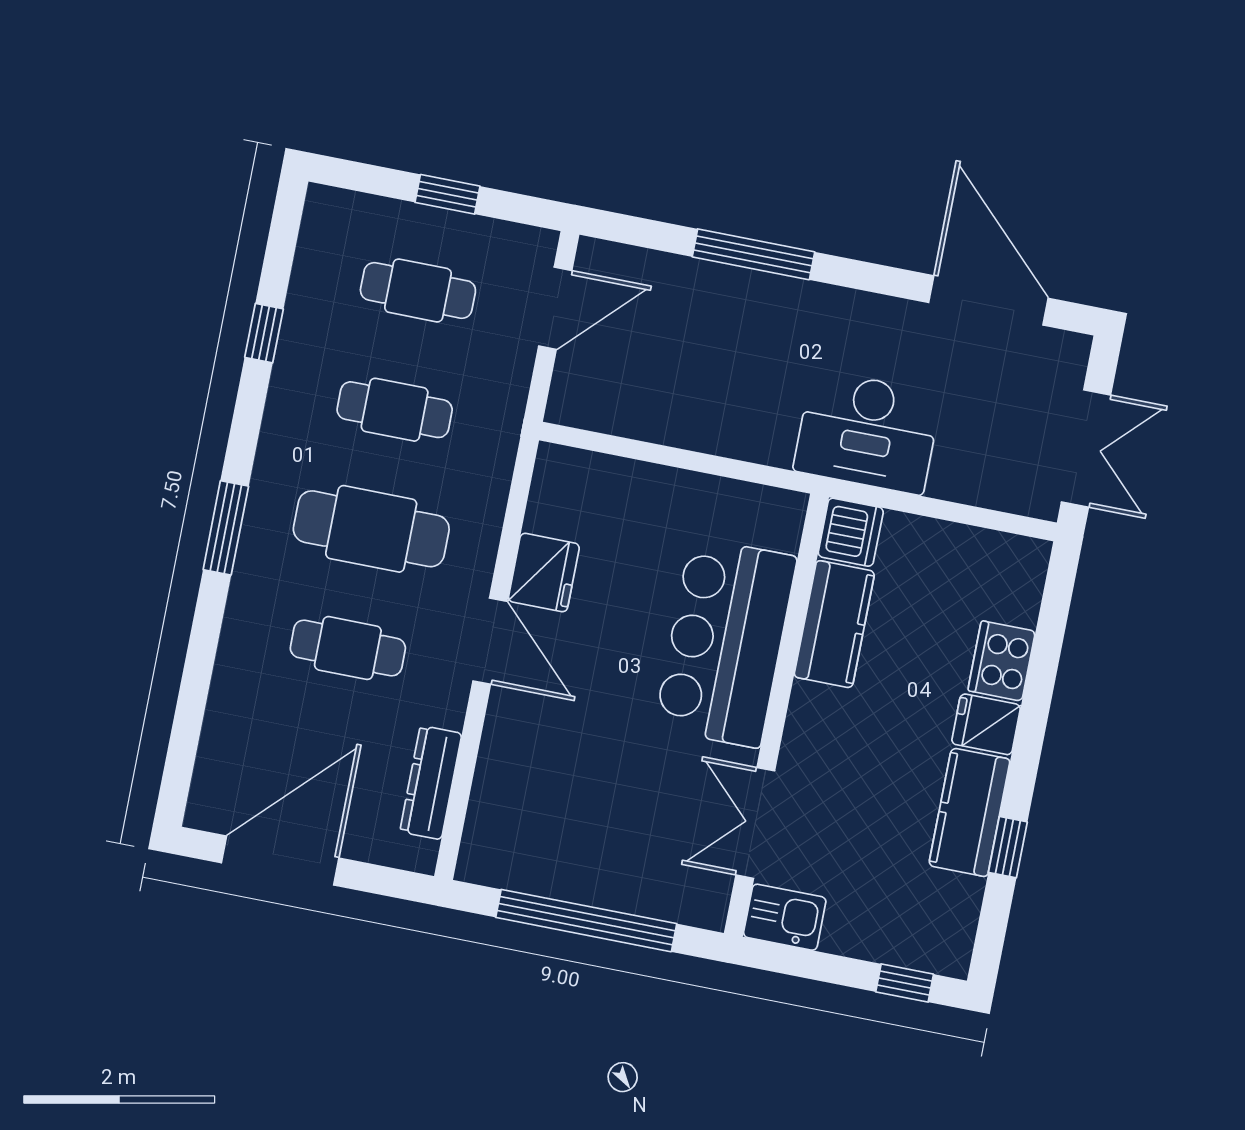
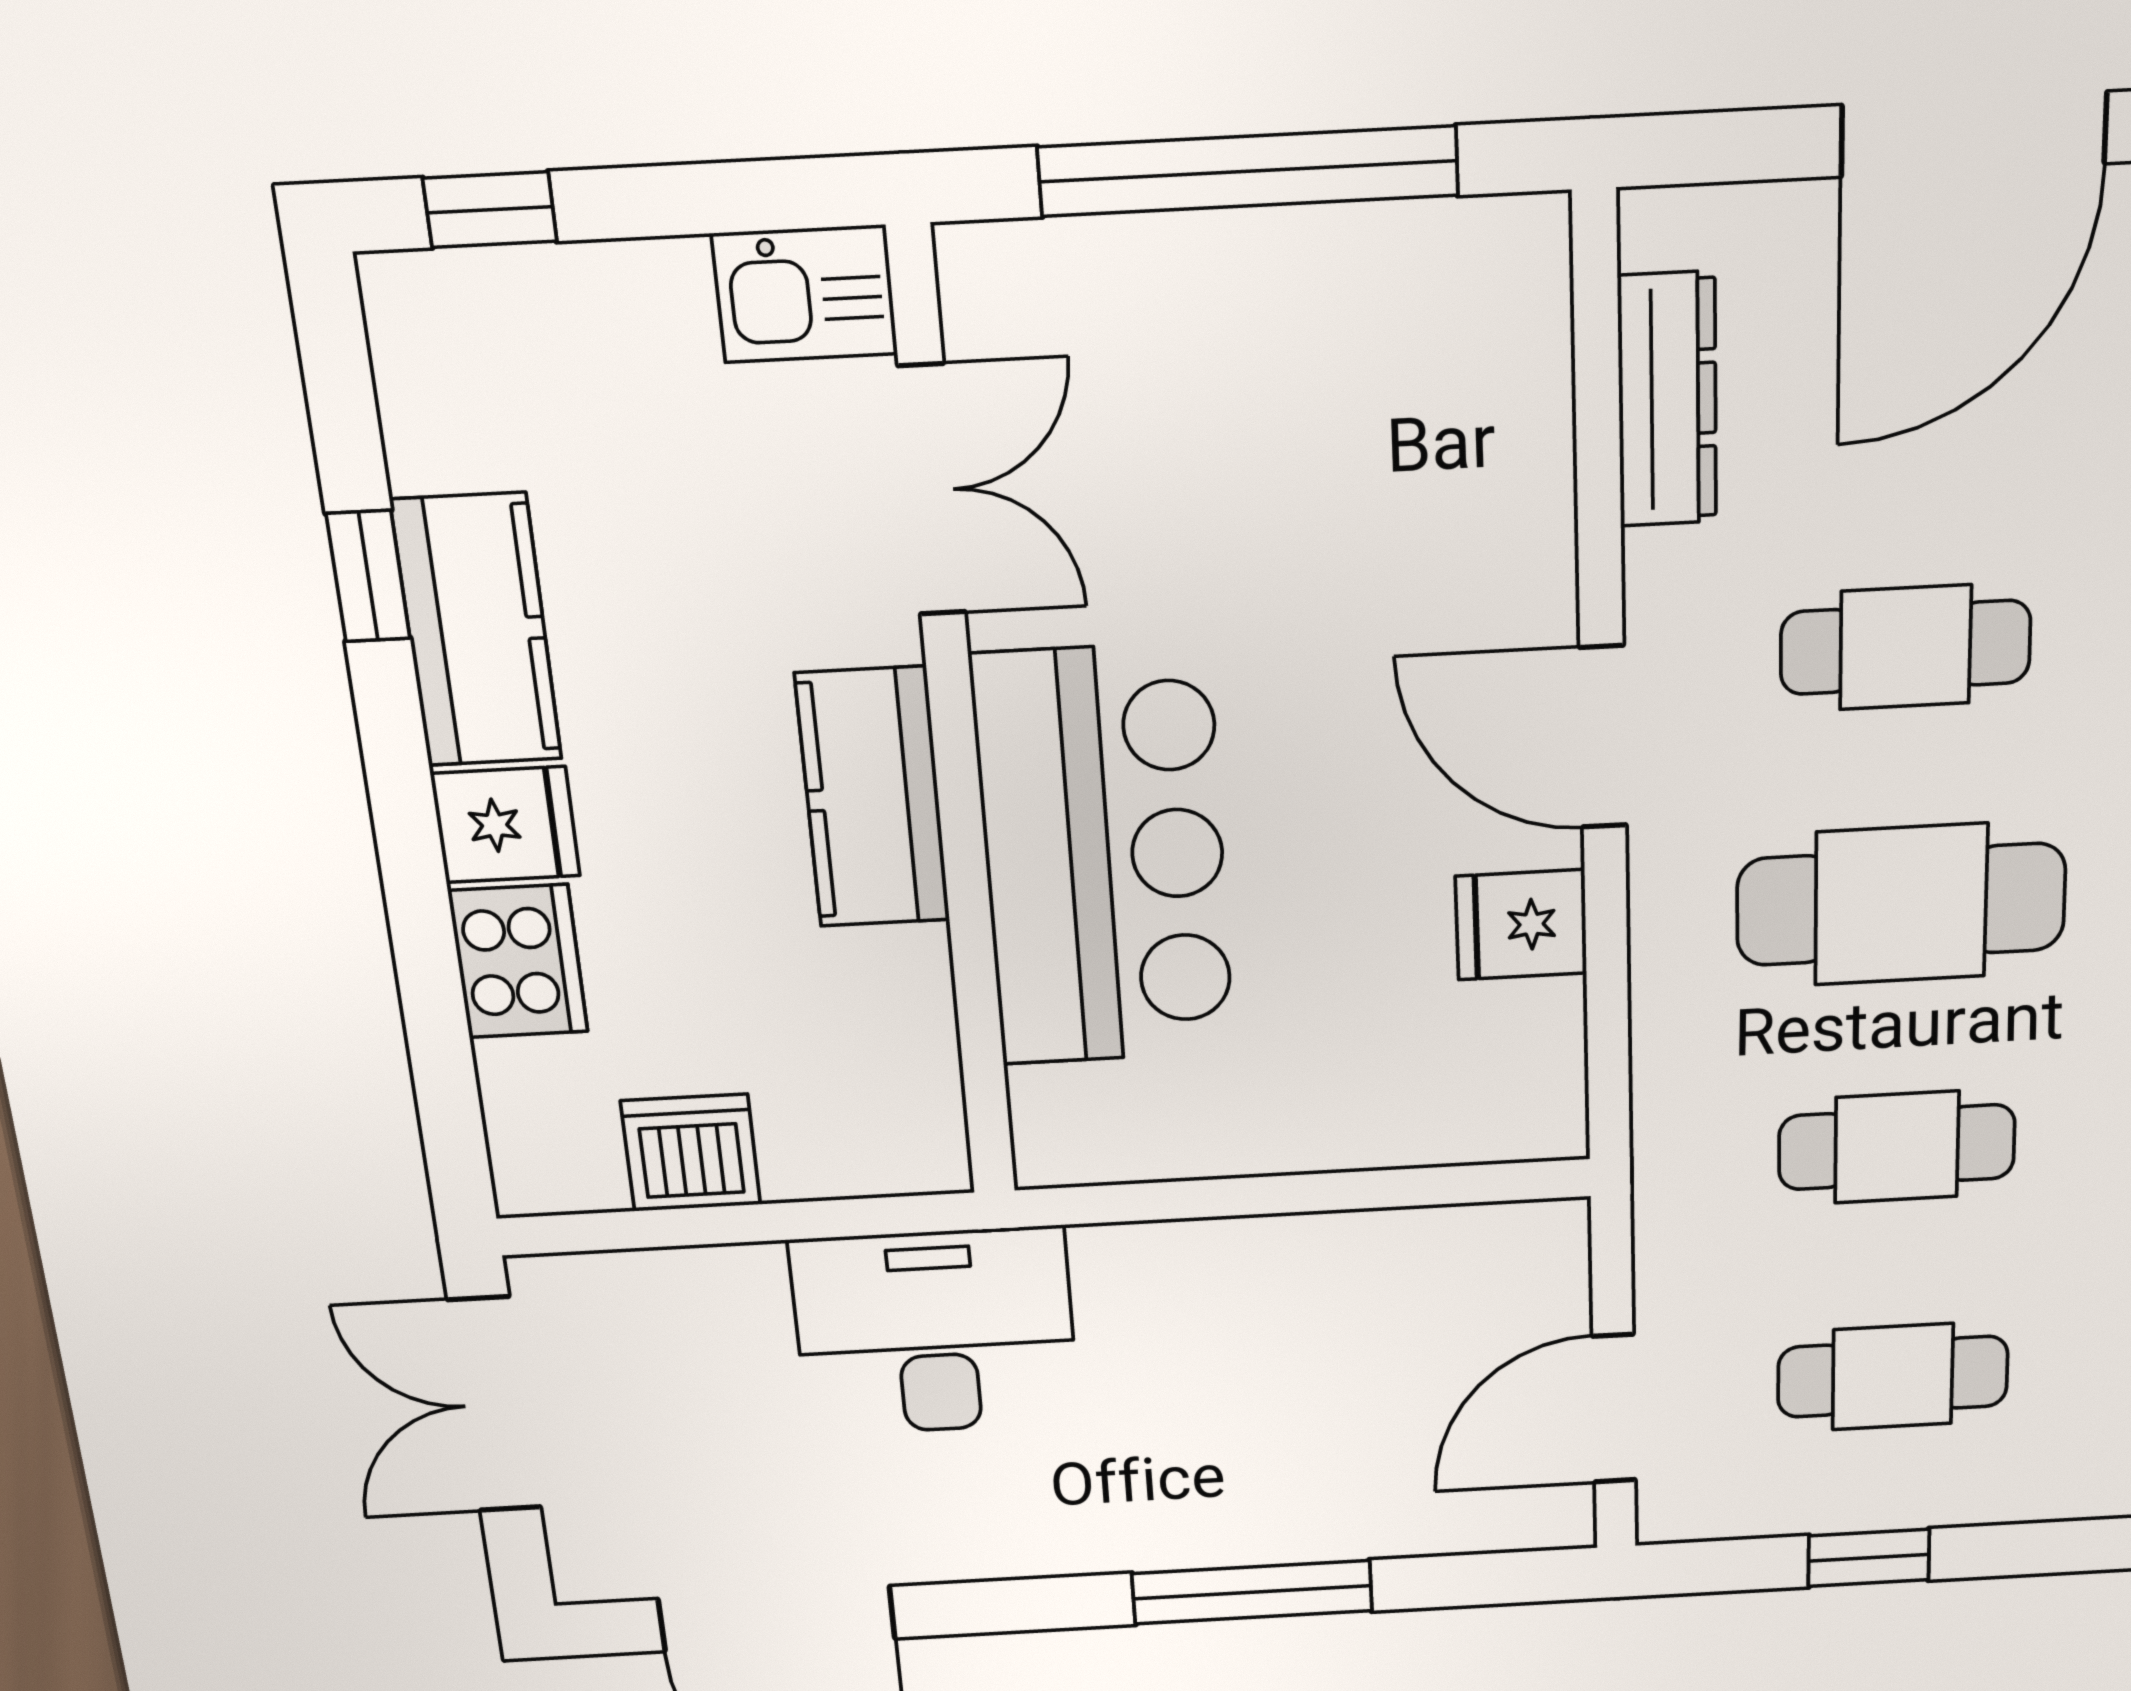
dishwasher: (851, 532) -> (691, 1153), moved, turned 90
fridge: (544, 573) -> (1521, 925), width x0.72
kitchen counter: (834, 624) -> (873, 798), moved

